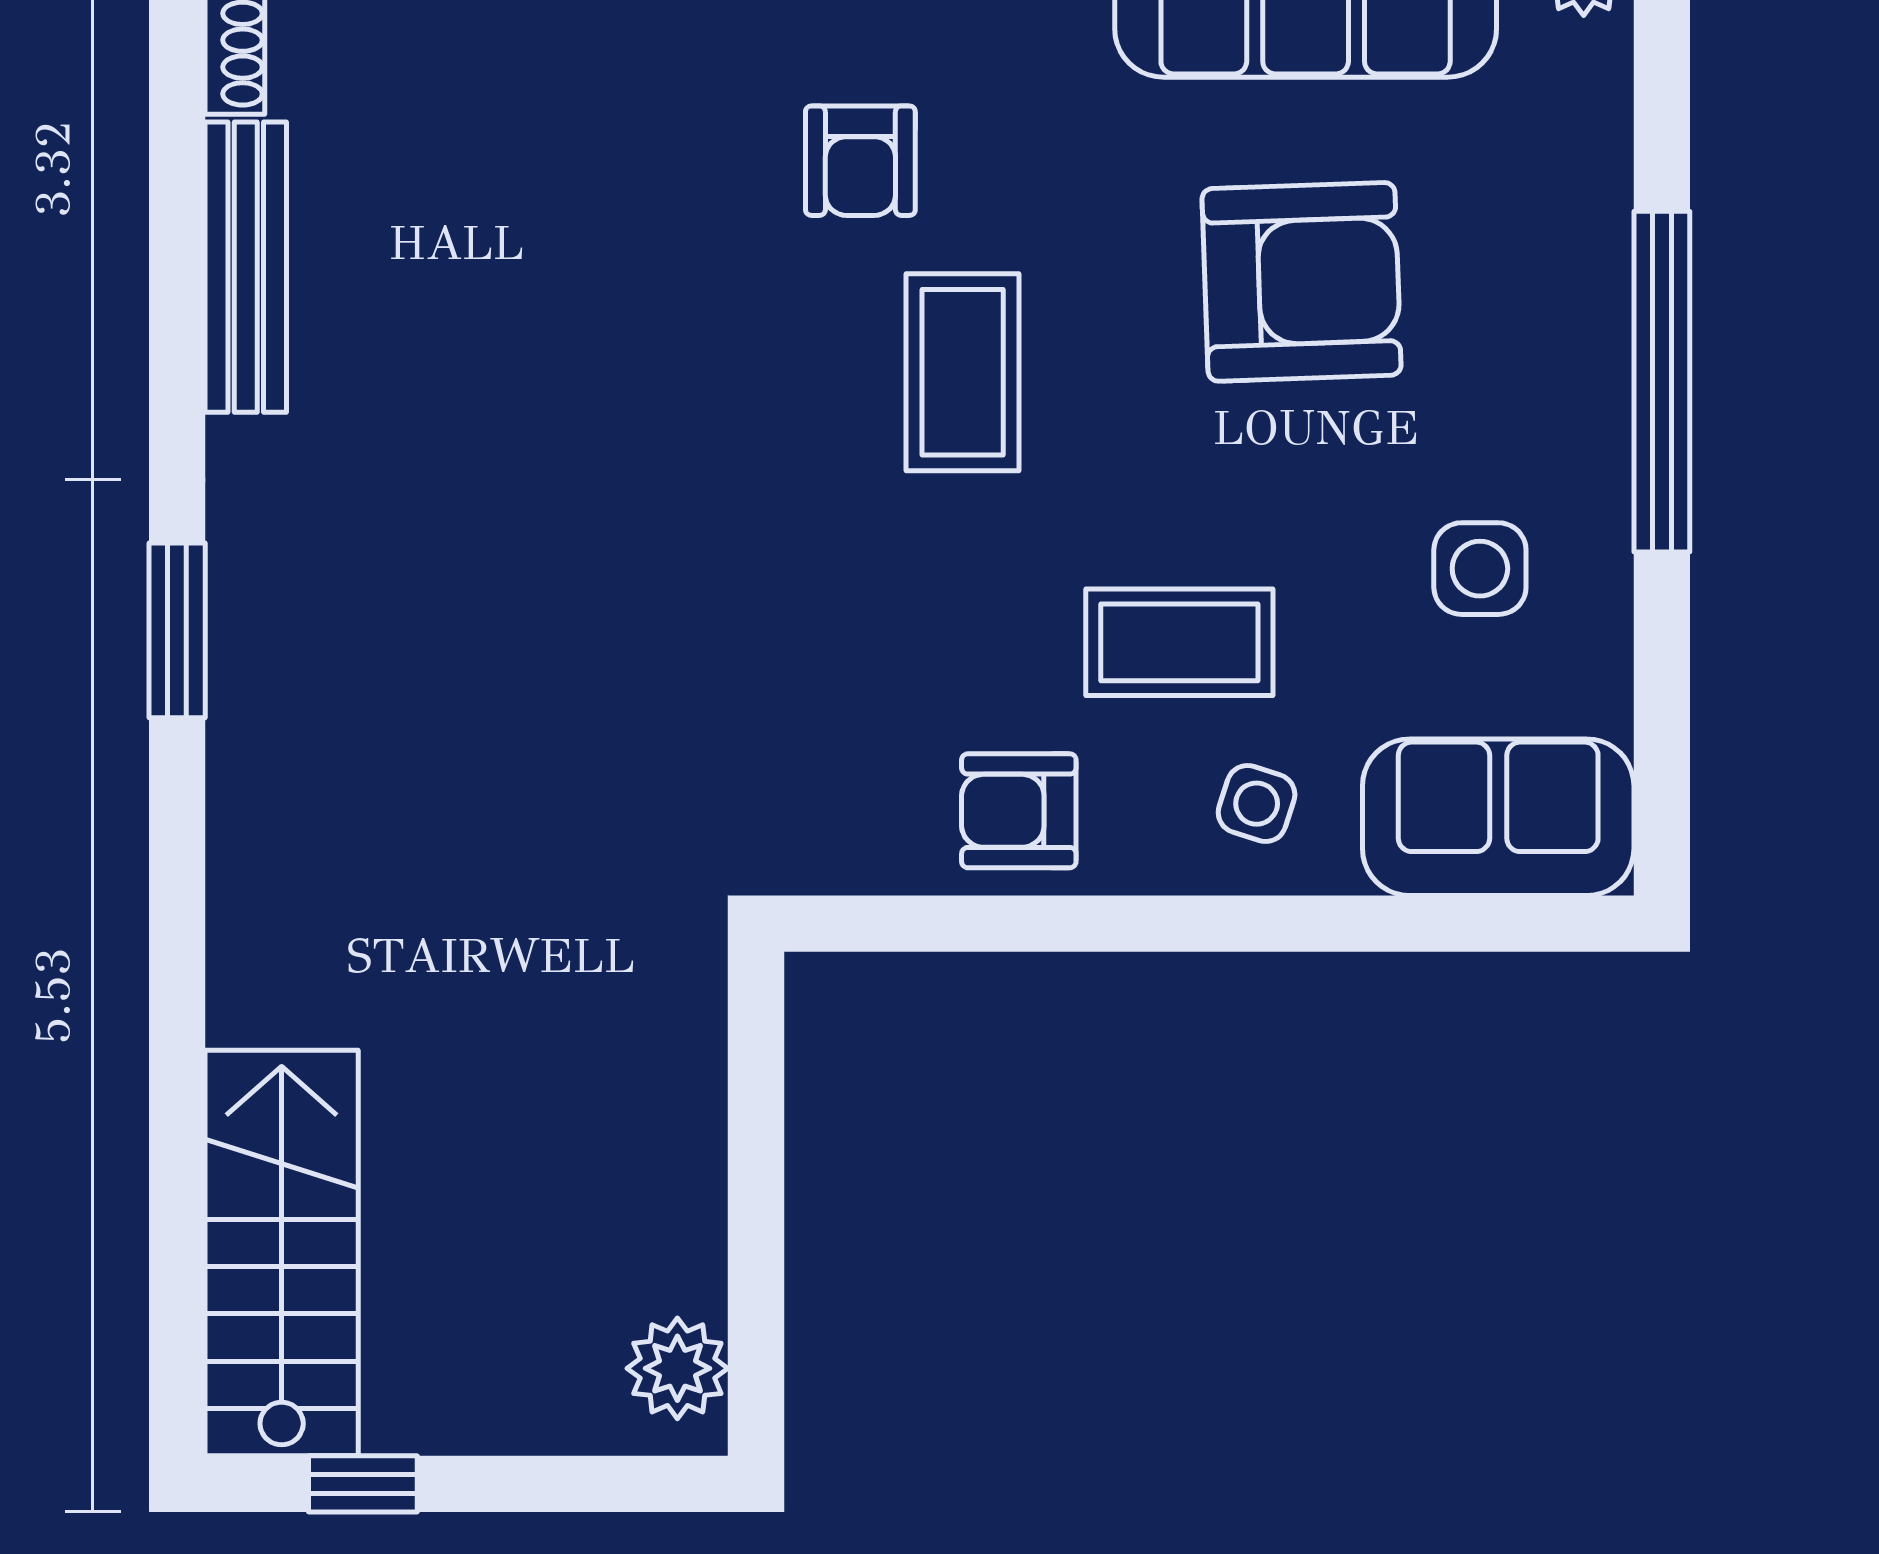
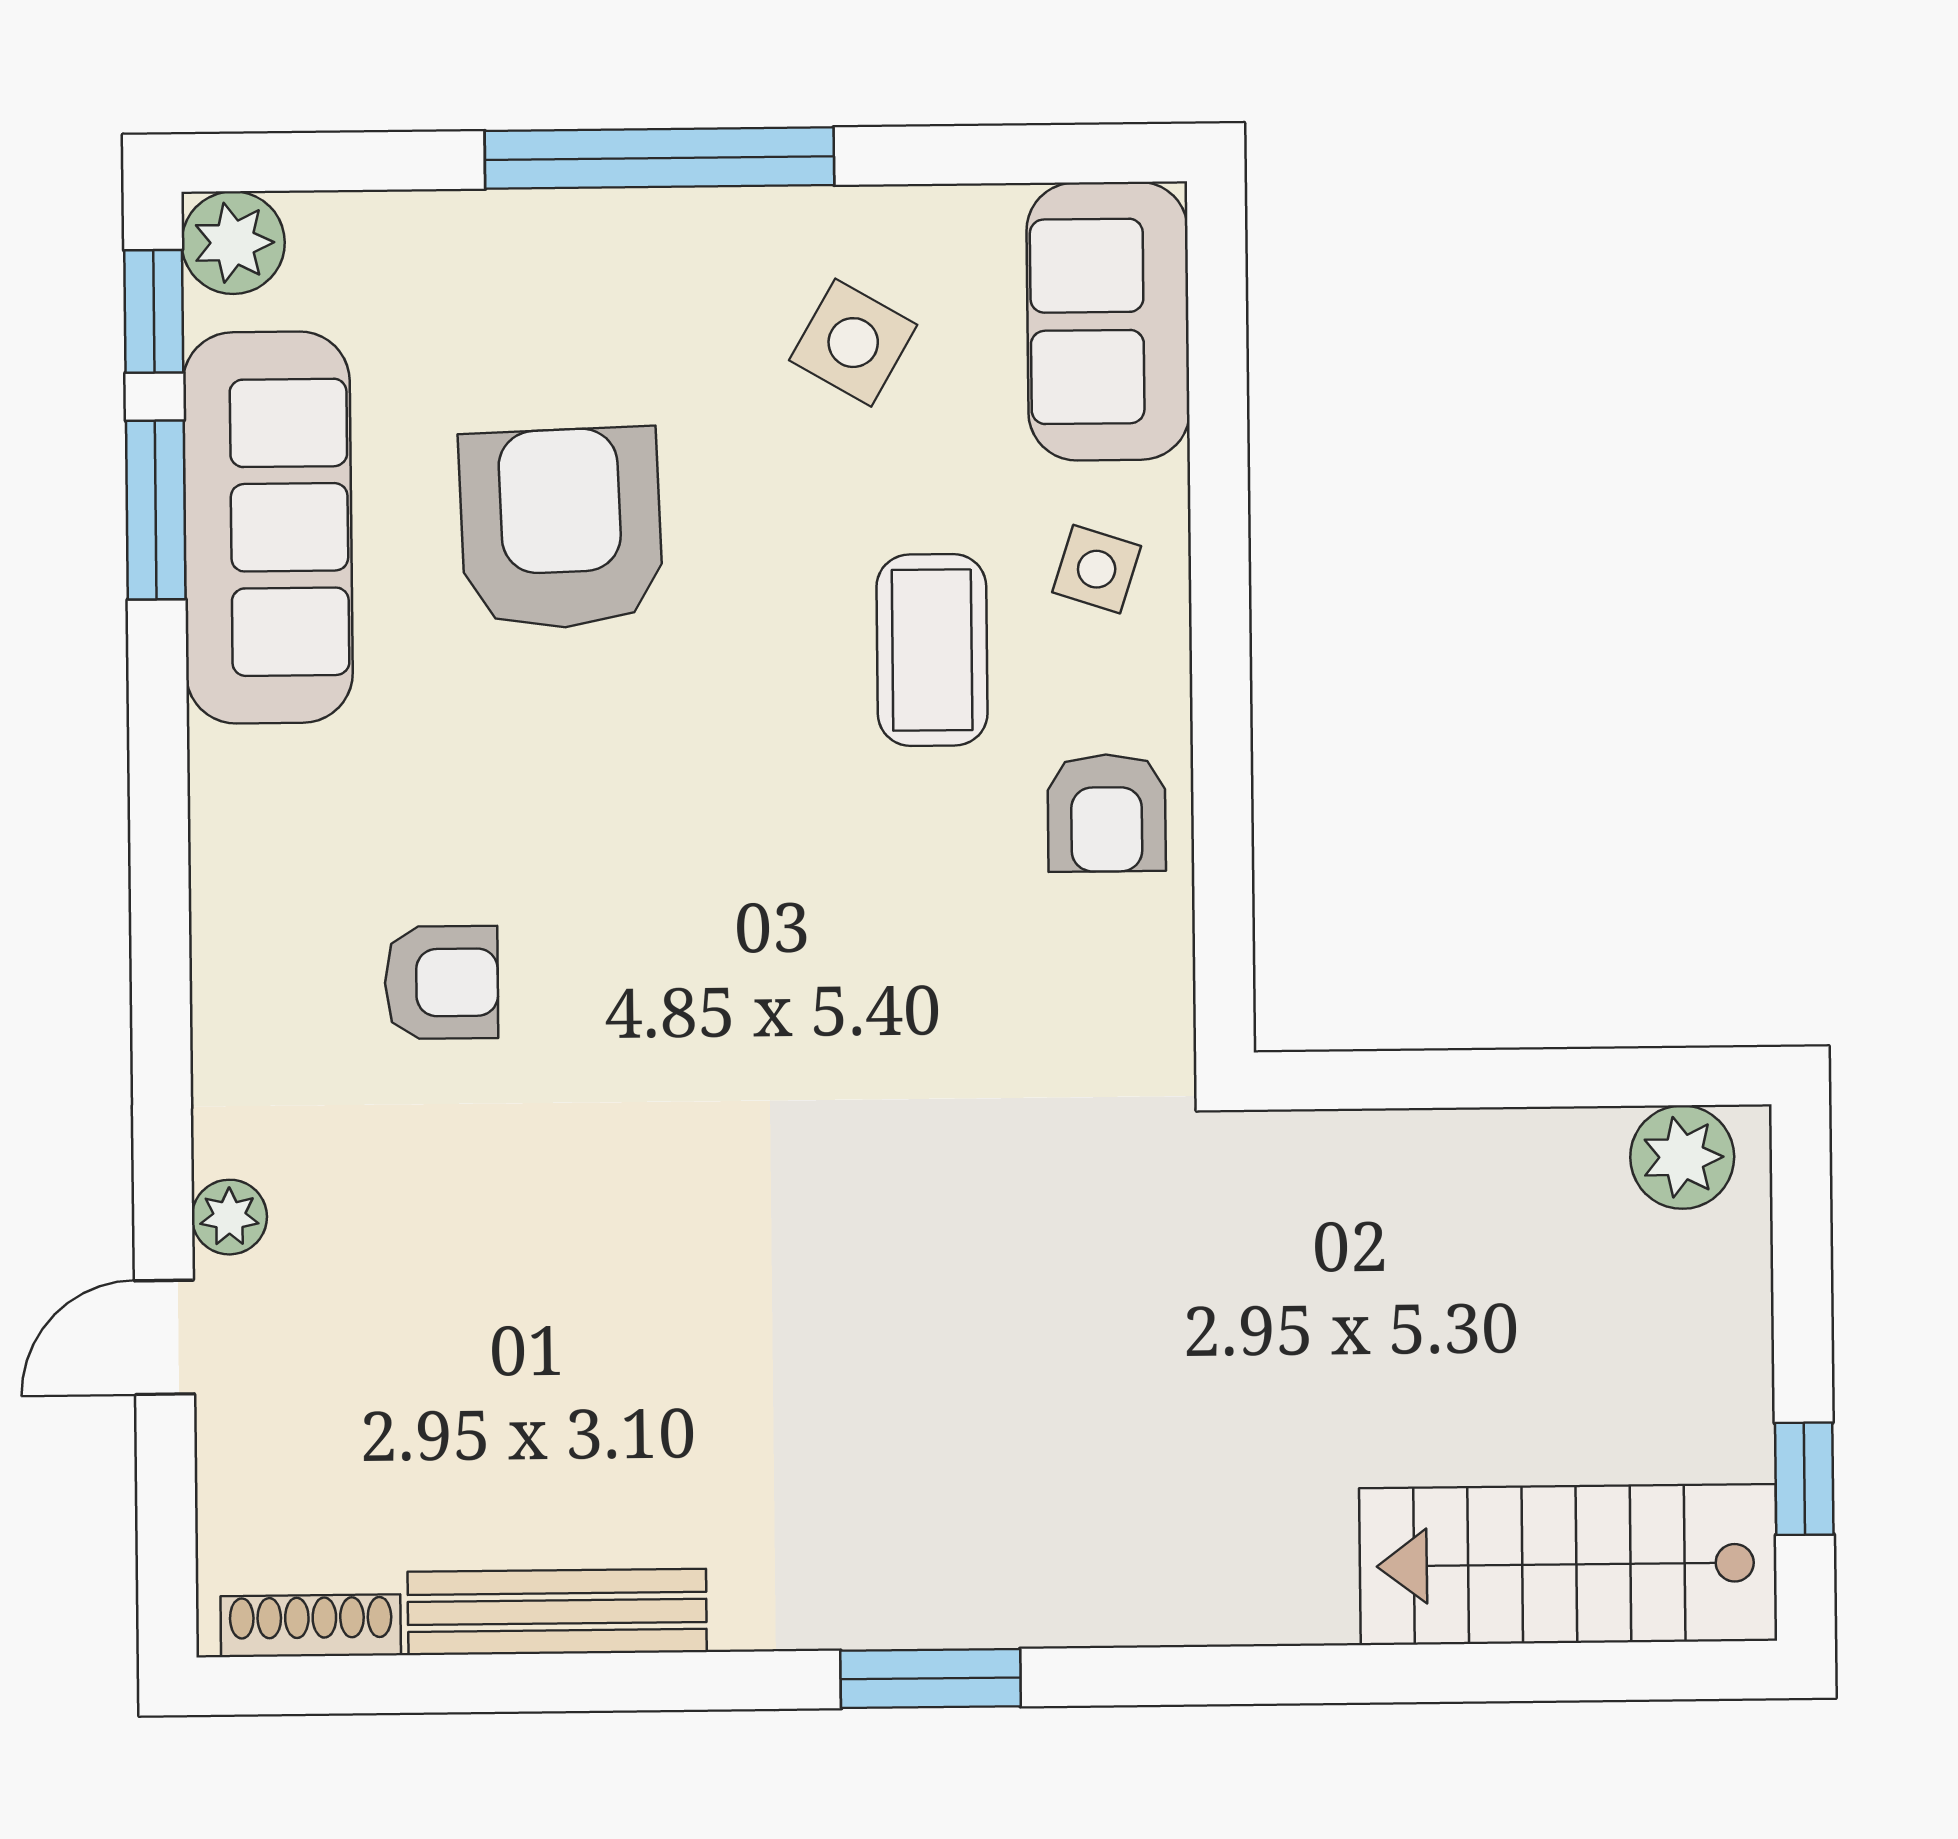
coffee table: (963, 372) -> (657, 875), removed
side table: (1480, 569) -> (853, 343), turned 30

